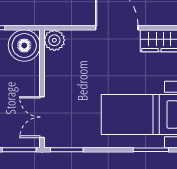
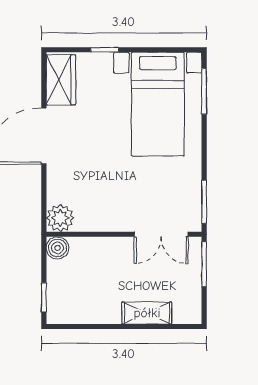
boiler: (24, 45) -> (57, 248), width x0.54, depth x0.54

